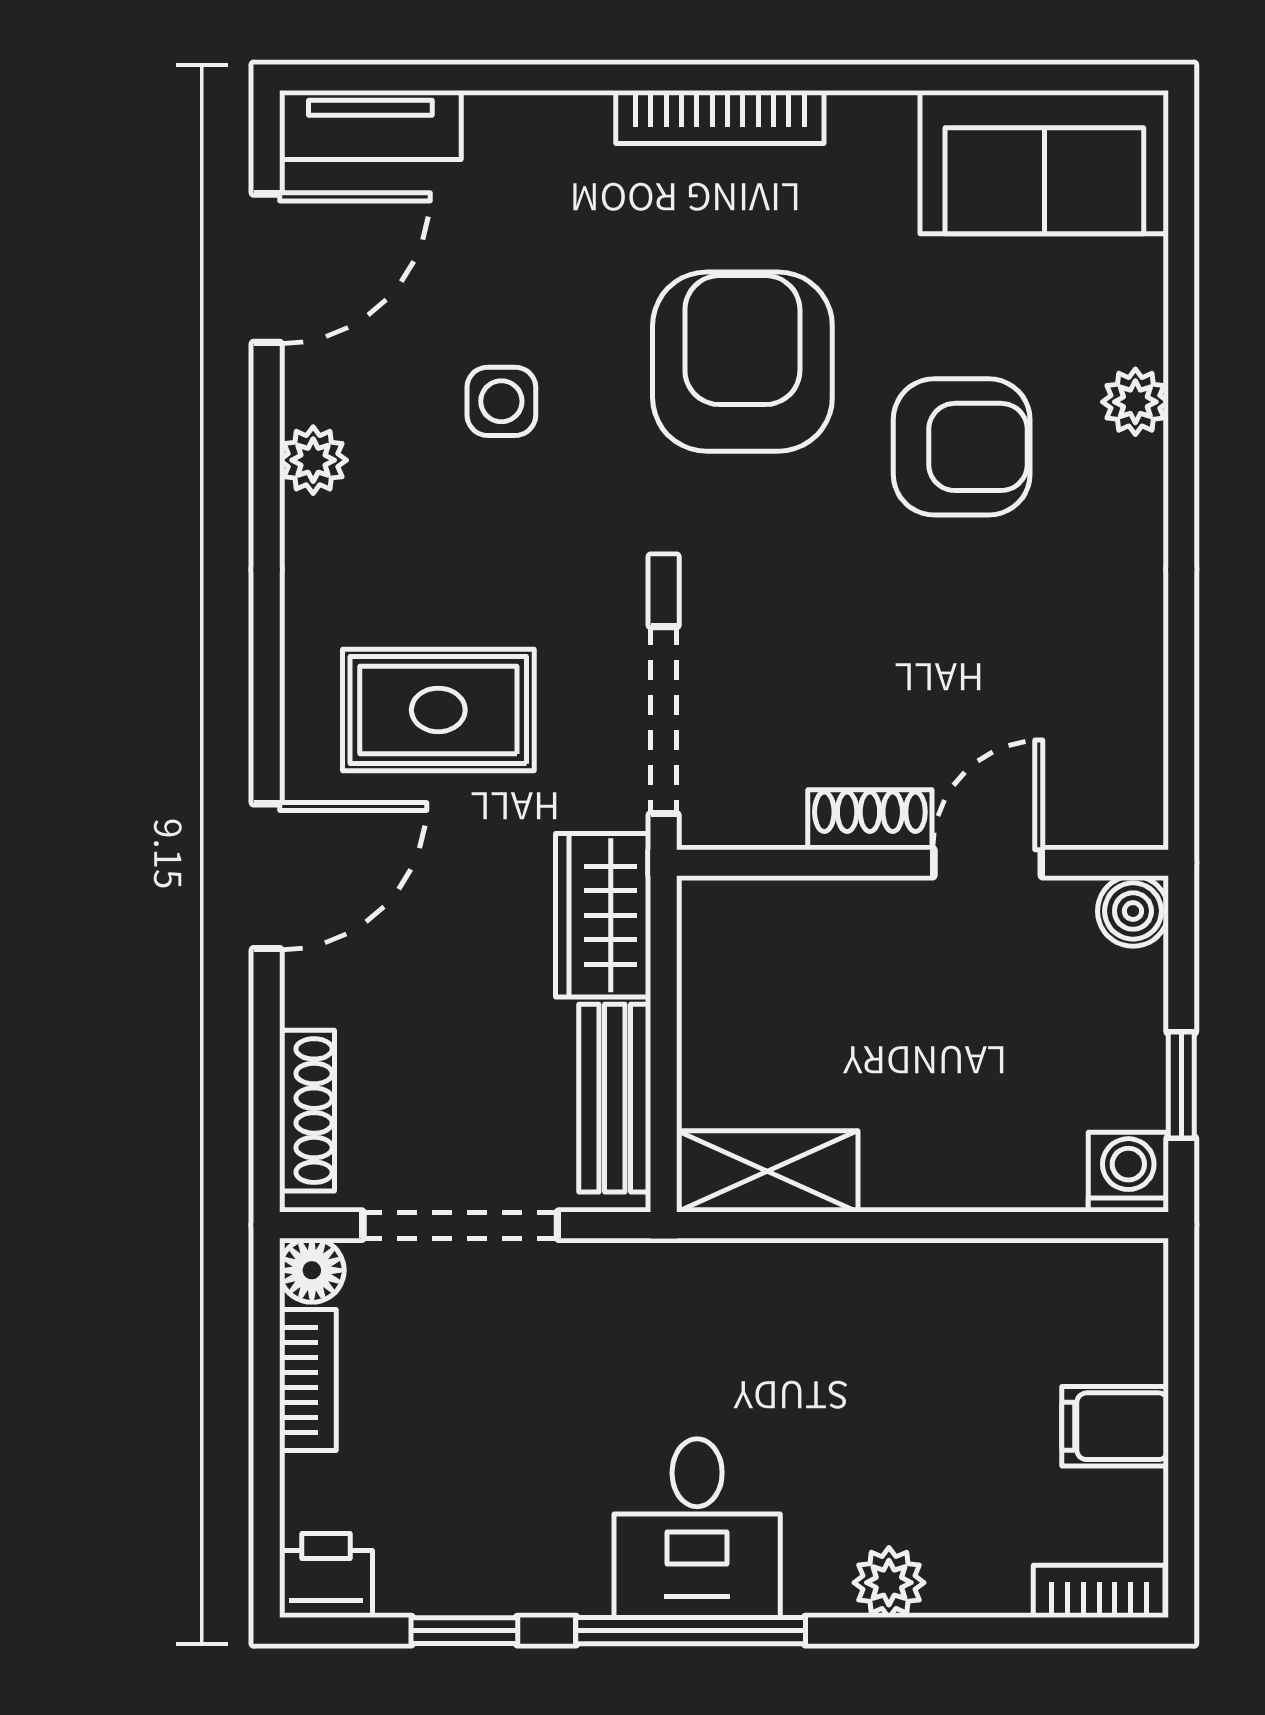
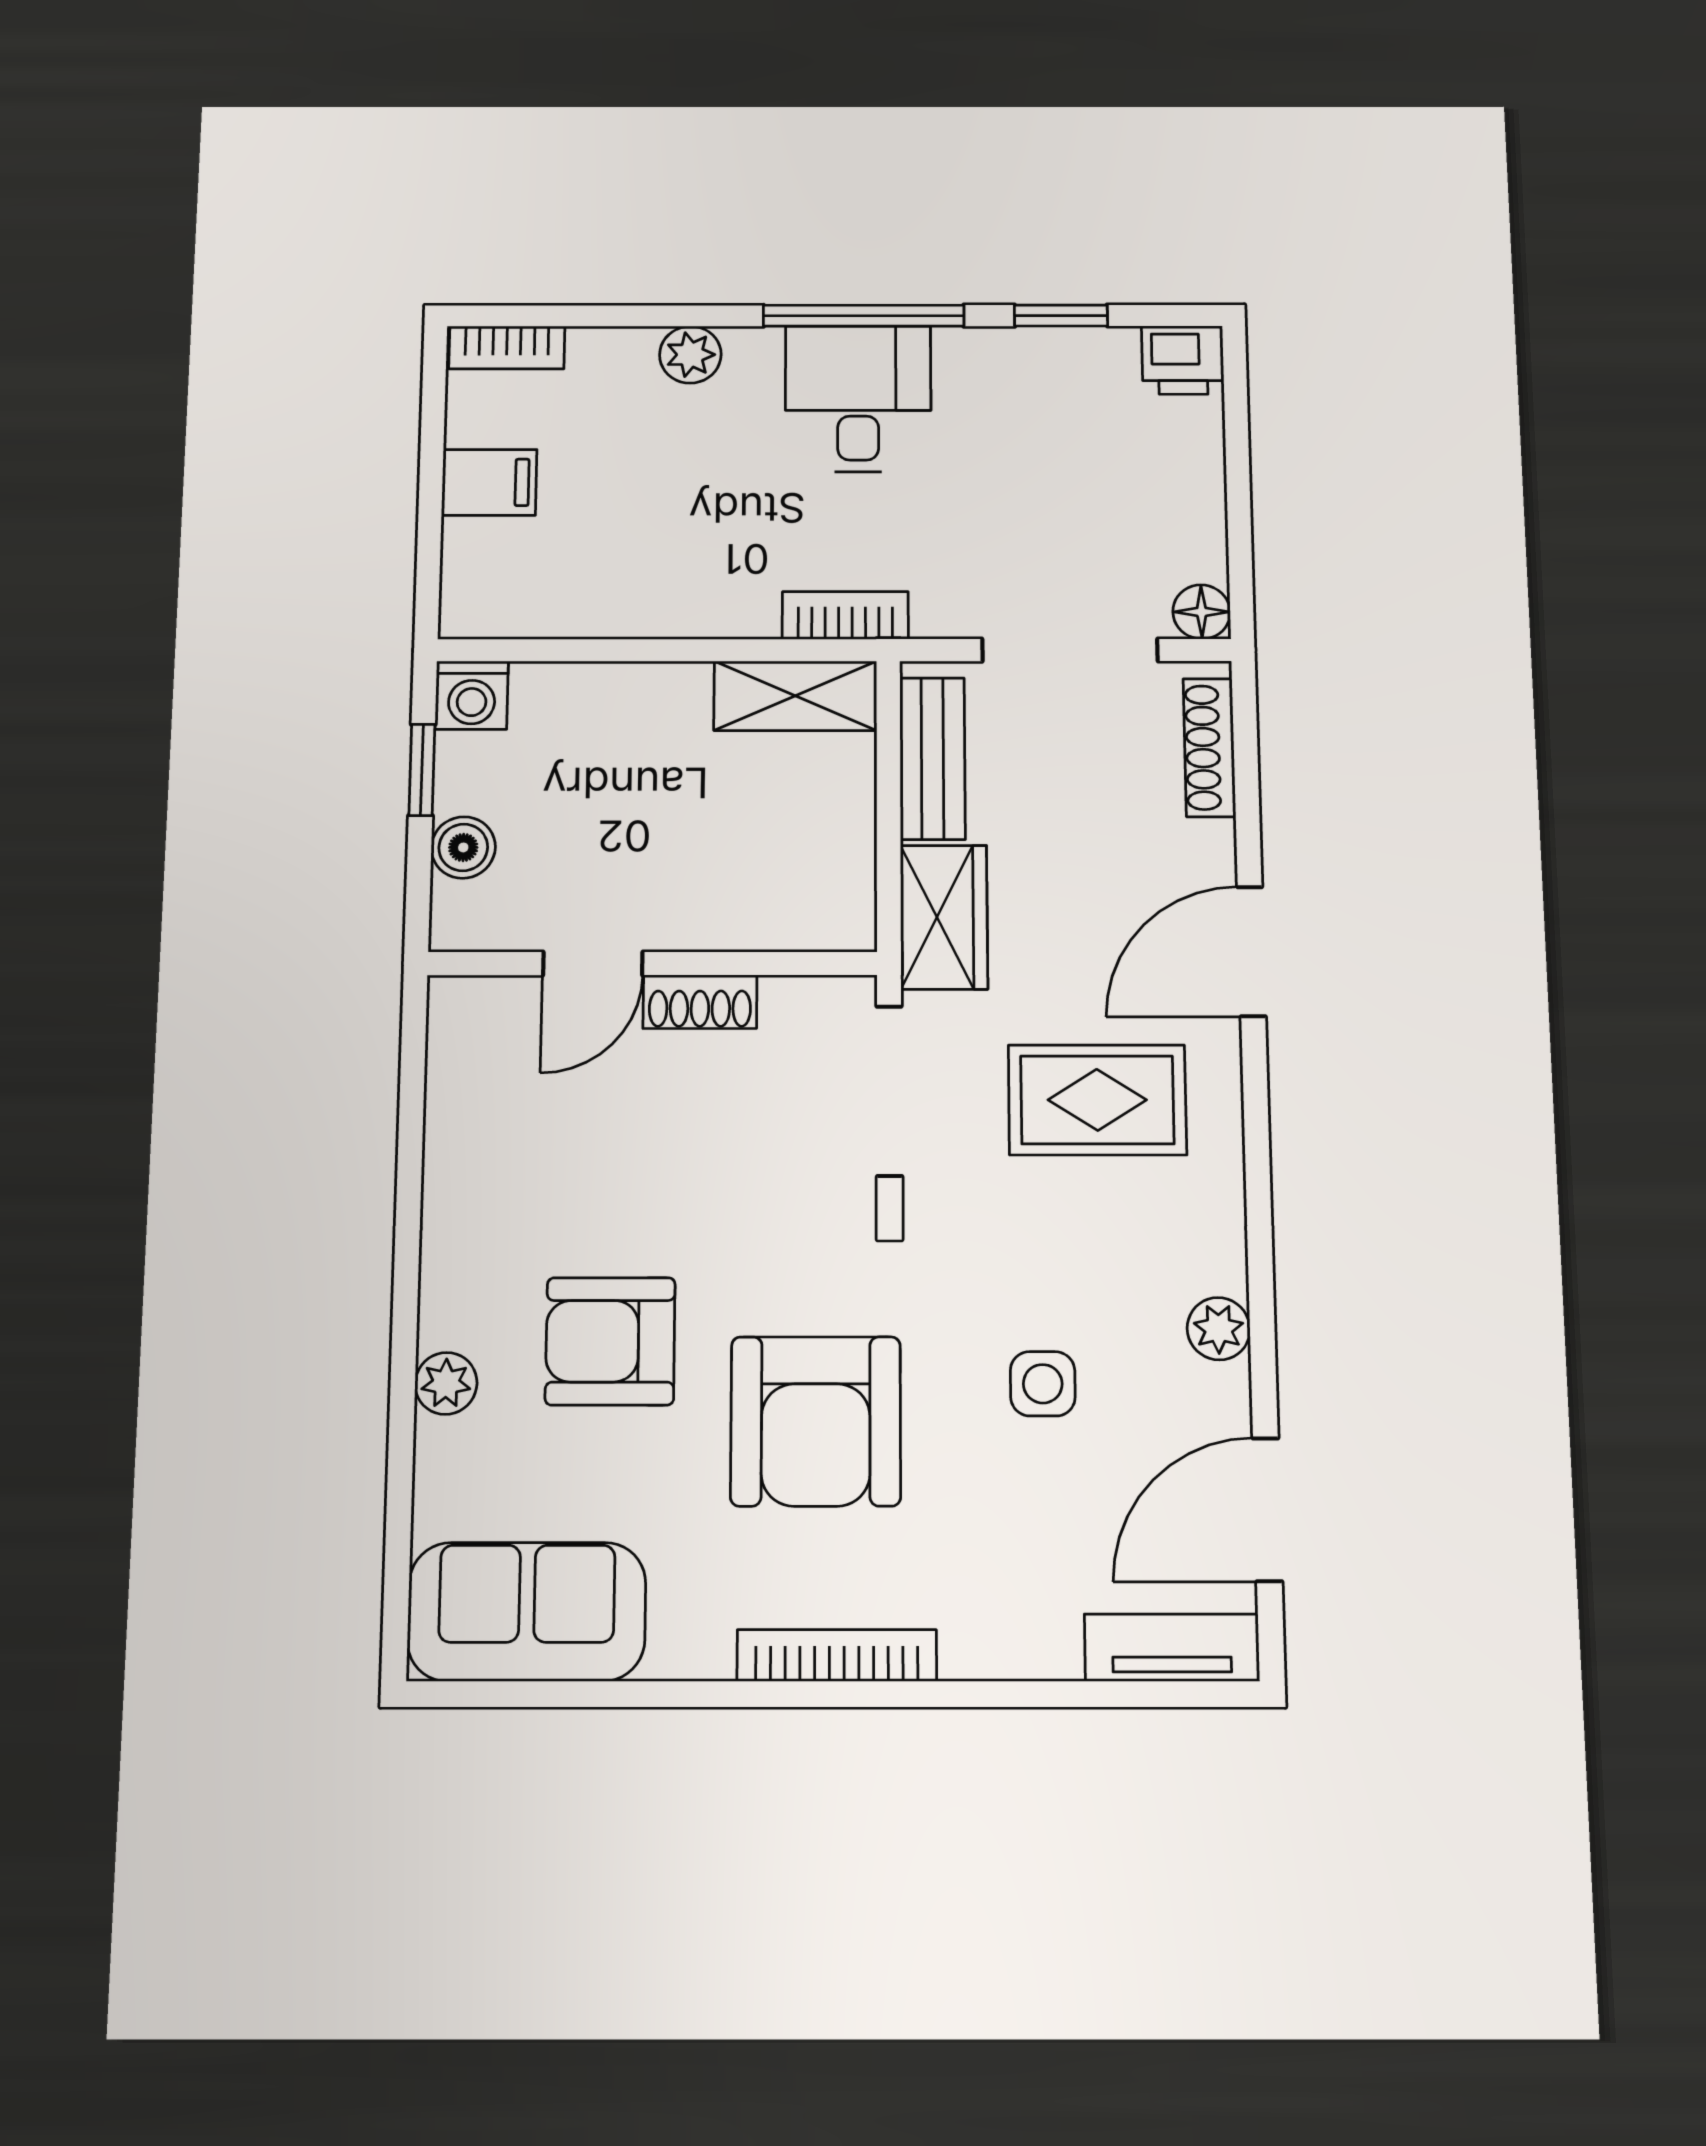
boiler: (1133, 911) -> (463, 847), moved
bookcase: (308, 1380) -> (845, 615), moved, turned 90

